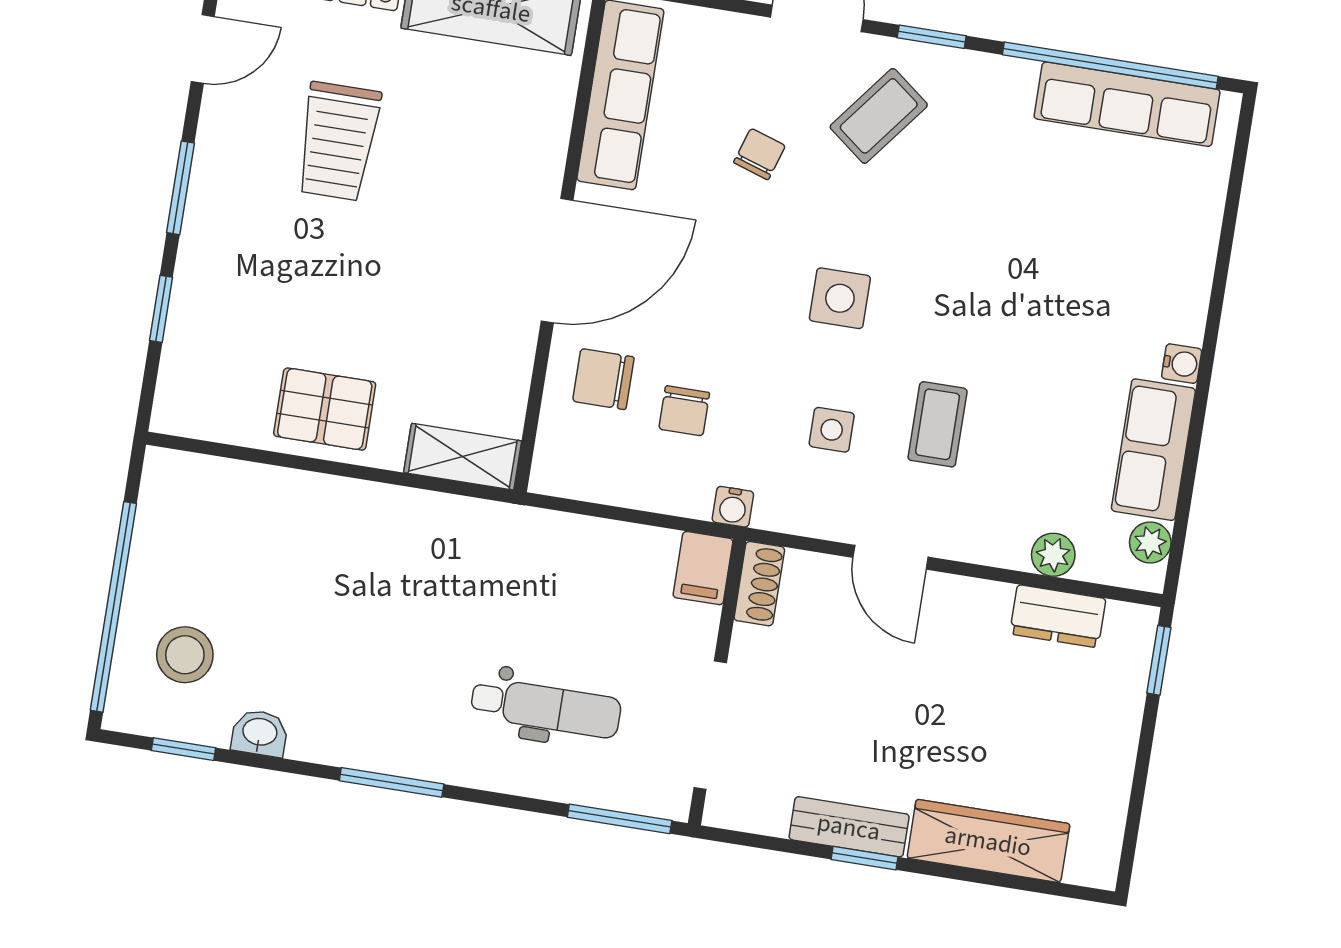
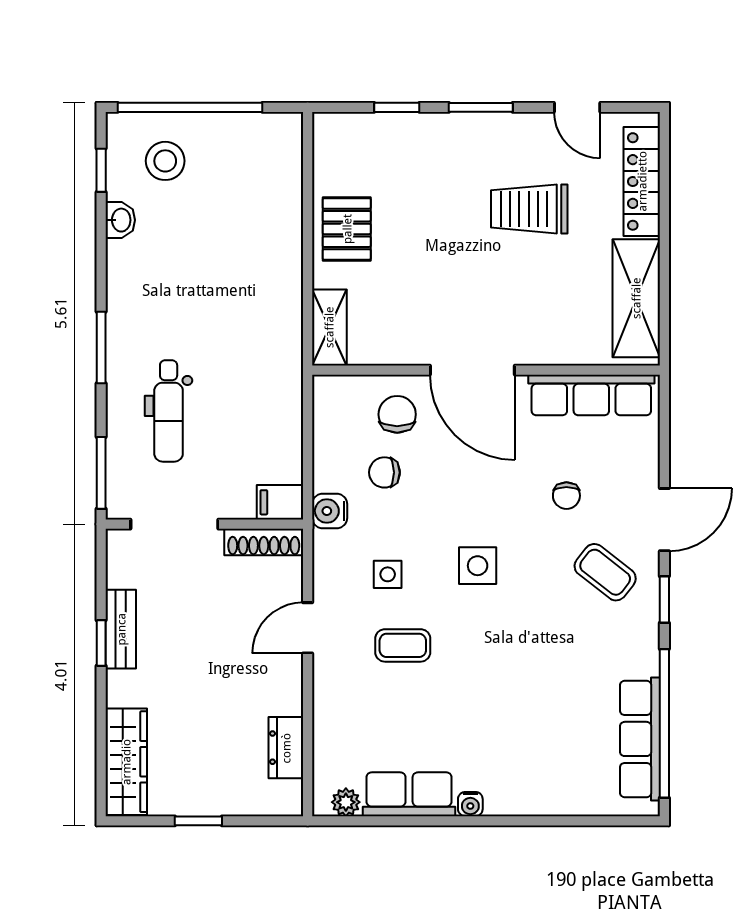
chair: (760, 154) -> (566, 496), turned 72
water cooler: (733, 507) -> (330, 511), width x1.38, depth x1.38
plant: (1053, 555) -> (327, 738), removed
shoe rack: (759, 584) -> (264, 542), width x1.43
window: (1159, 660) -> (198, 821), moved
window: (392, 782) -> (101, 347), moved
wardrobe: (988, 841) -> (126, 762), moved

